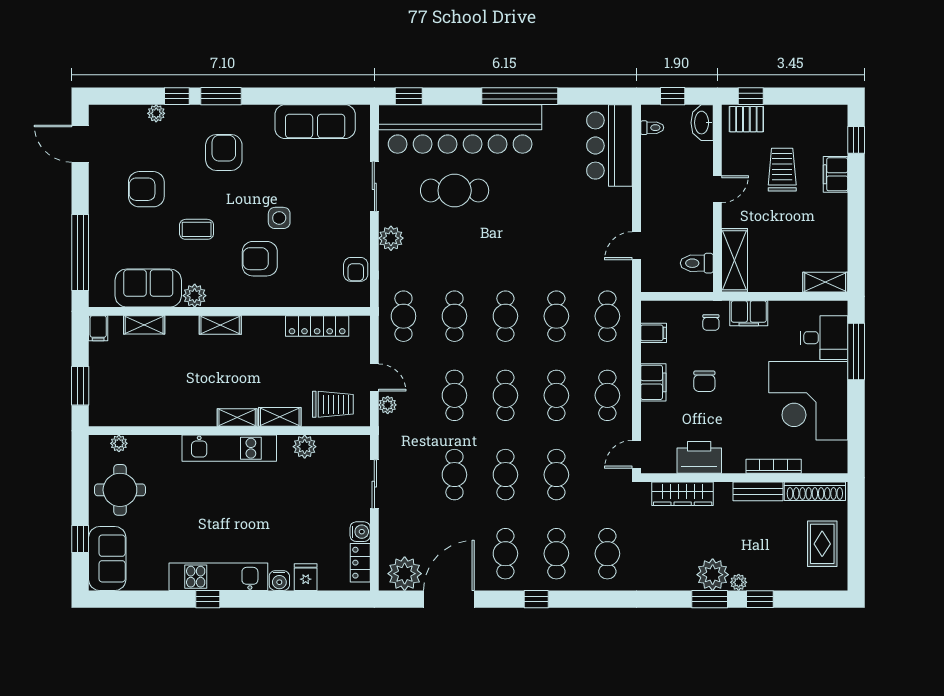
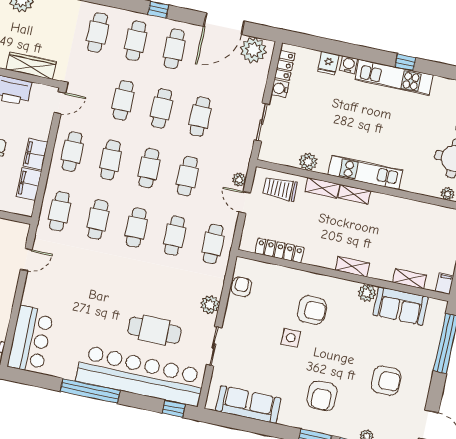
coffee table: (197, 229) -> (355, 342), removed
filing cabinet: (654, 333) -> (29, 184), width x2.00

